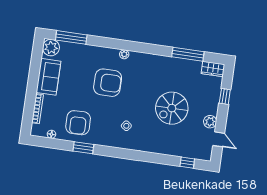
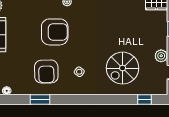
spiral stairs: (172, 108) -> (123, 68), moved
armchair: (78, 123) -> (46, 72), moved

